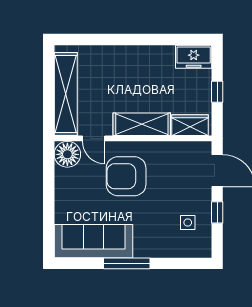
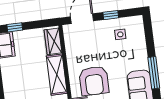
window: (217, 92) -> (15, 27), moved

